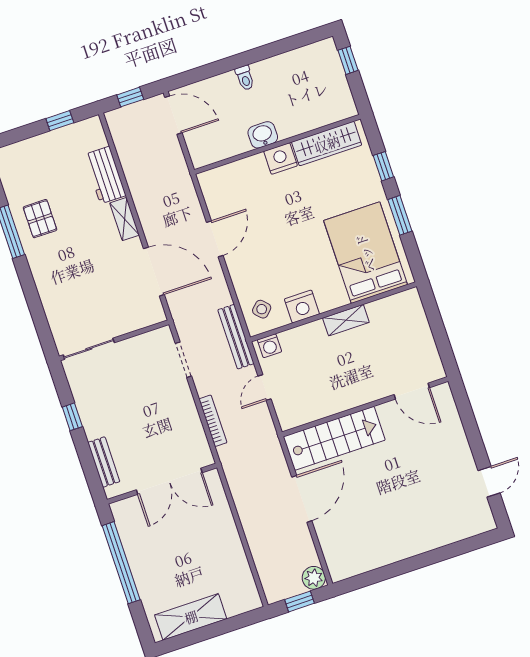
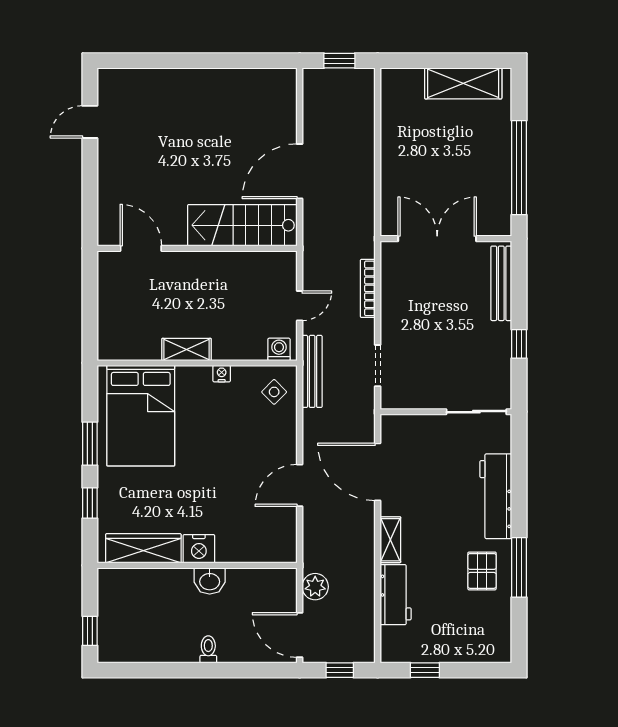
workbench: (49, 284) -> (496, 496), added
nightstand: (302, 307) -> (222, 374), width x0.53, depth x0.56
bench: (104, 462) -> (501, 283), width x1.36
plant: (314, 578) -> (315, 587), moved

